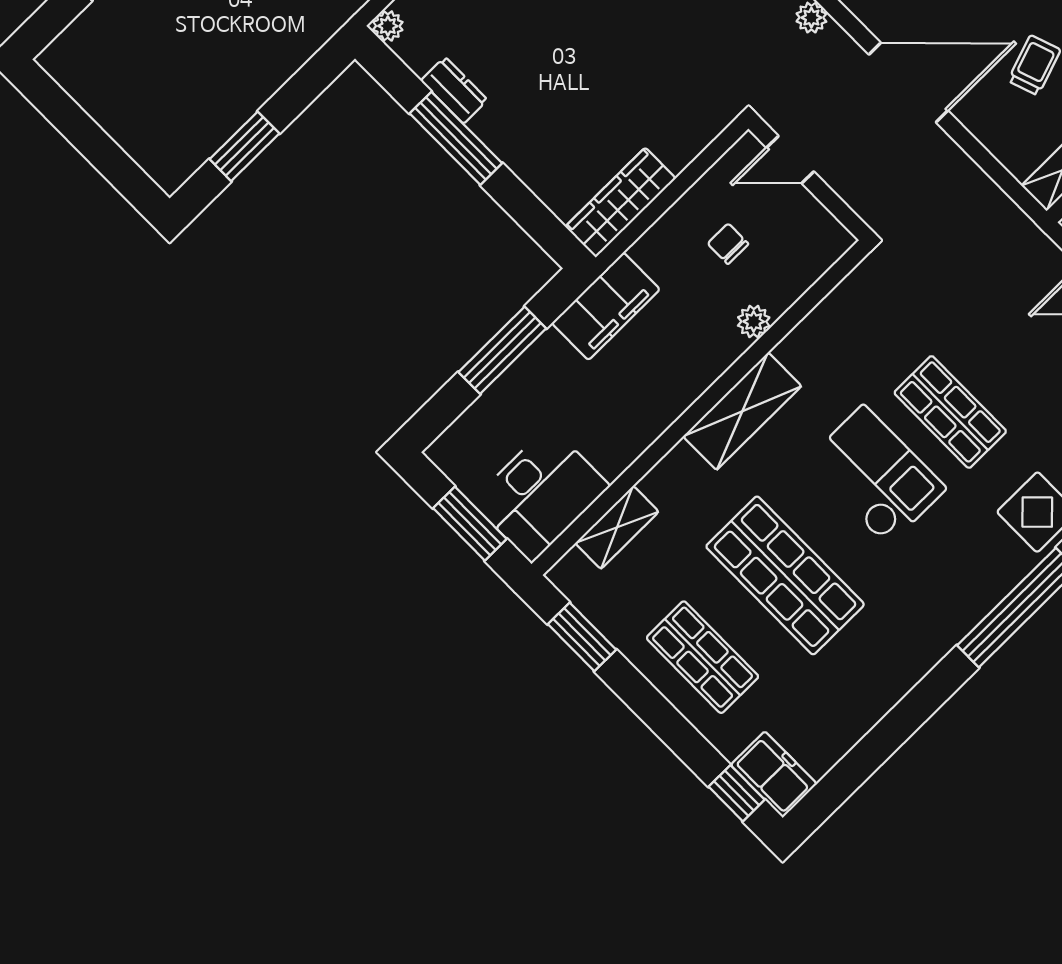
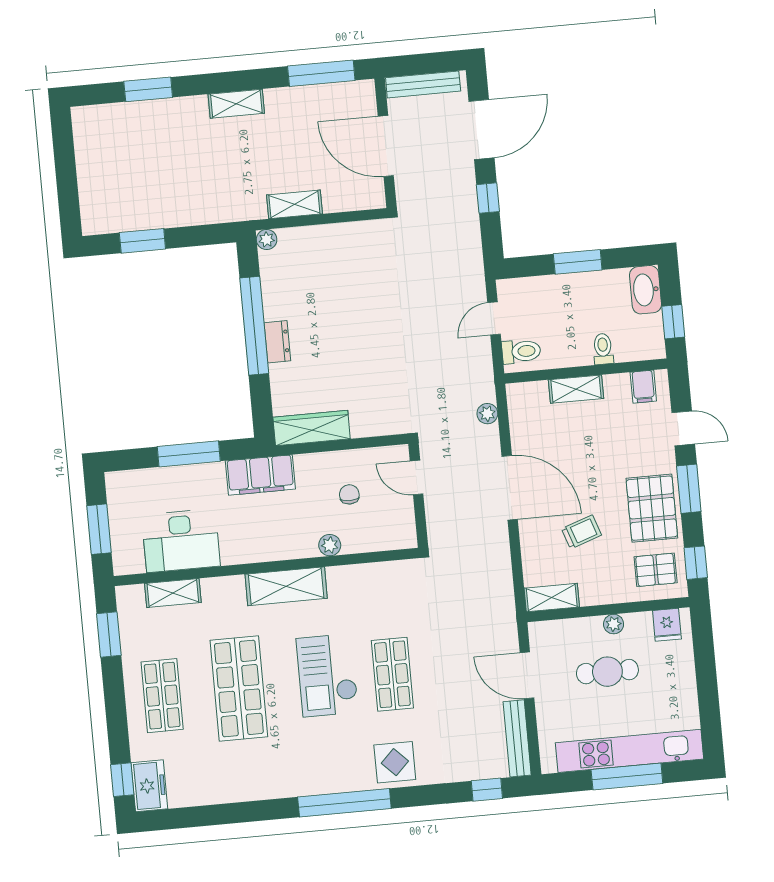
dresser: (454, 90) -> (277, 342), moved
window: (456, 138) -> (254, 326), width x1.46
checkout: (875, 475) -> (327, 675), turned 180
desk: (540, 494) -> (181, 541), moved

